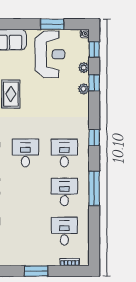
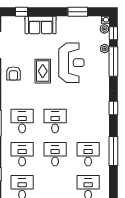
reception desk: (50, 54) -> (71, 63), moved
window: (94, 83) -> (113, 62), width x2.17
plant: (84, 89) -> (104, 29), moved
desk: (64, 153) -> (55, 154), moved

